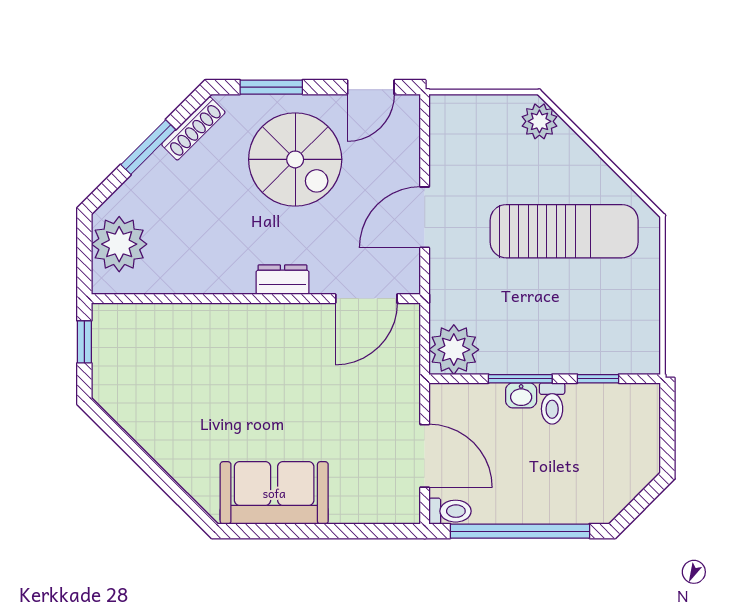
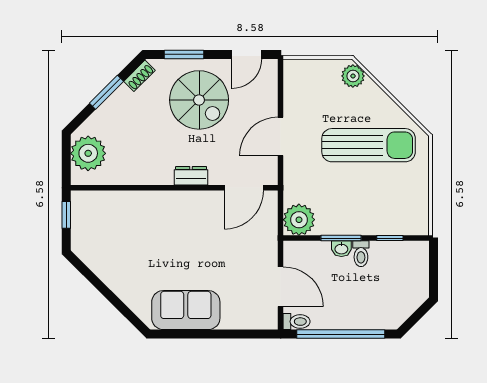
shoe rack: (193, 128) -> (139, 76), width x0.70

